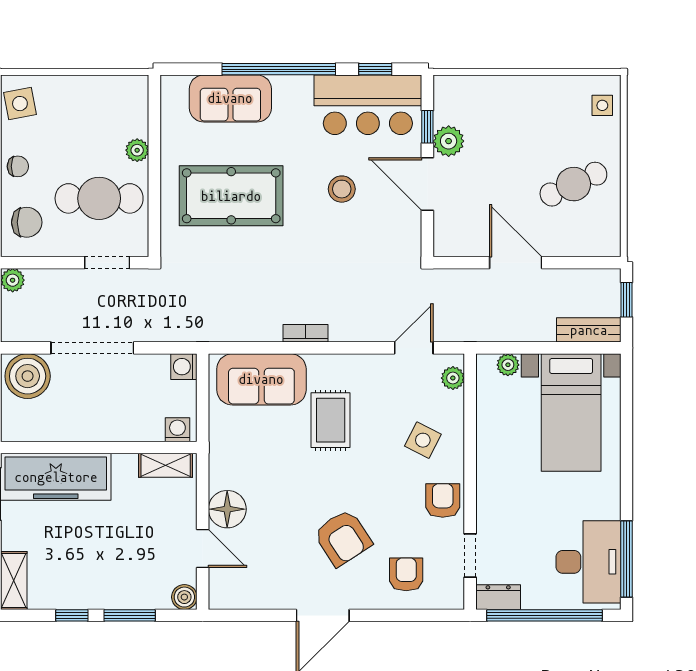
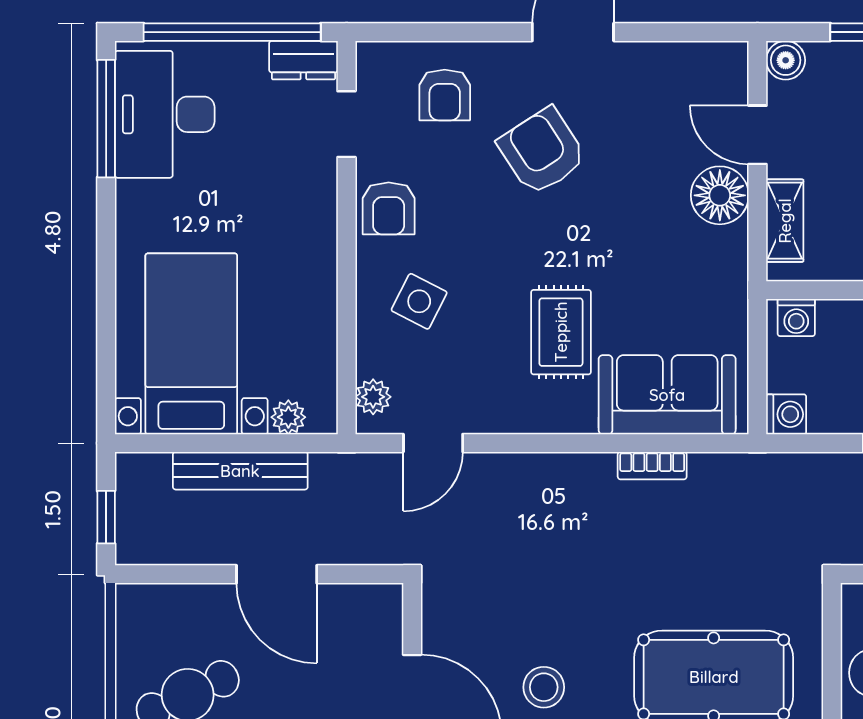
bench: (589, 330) -> (240, 471), moved, width x1.36
bookcase: (305, 333) -> (652, 466), moved
shelving: (166, 465) -> (785, 221), moved, turned 90

